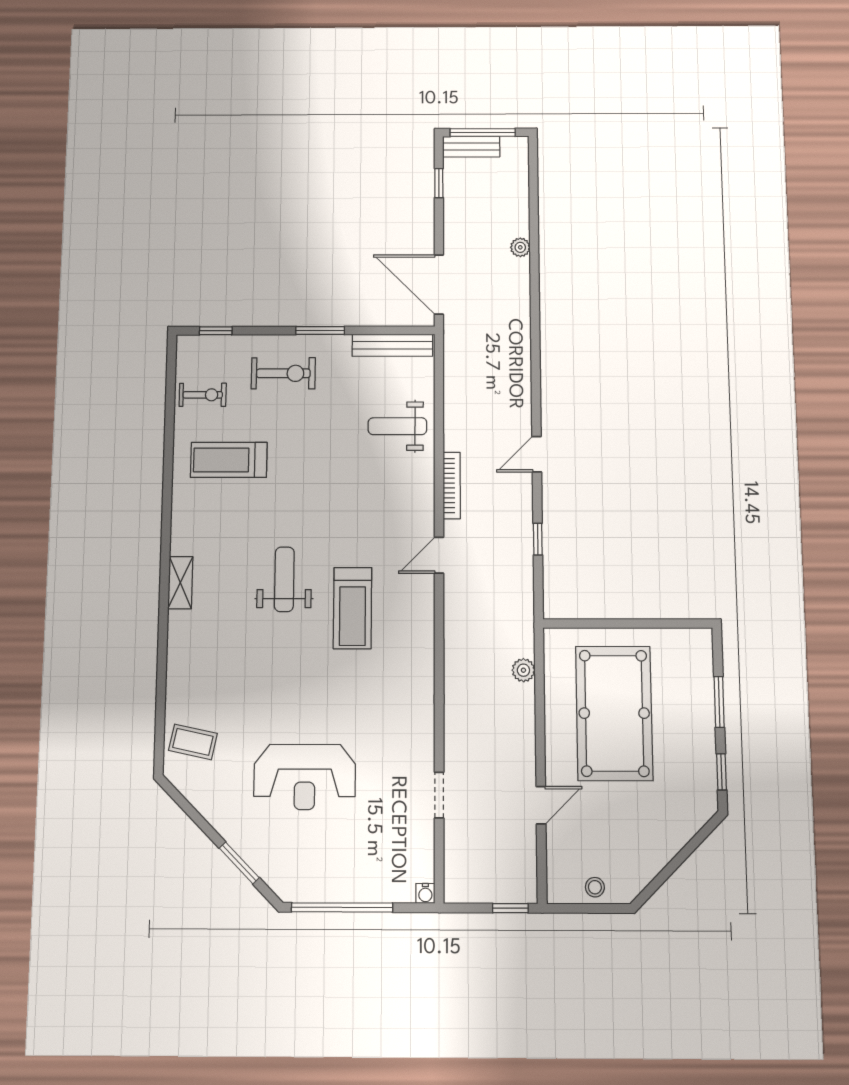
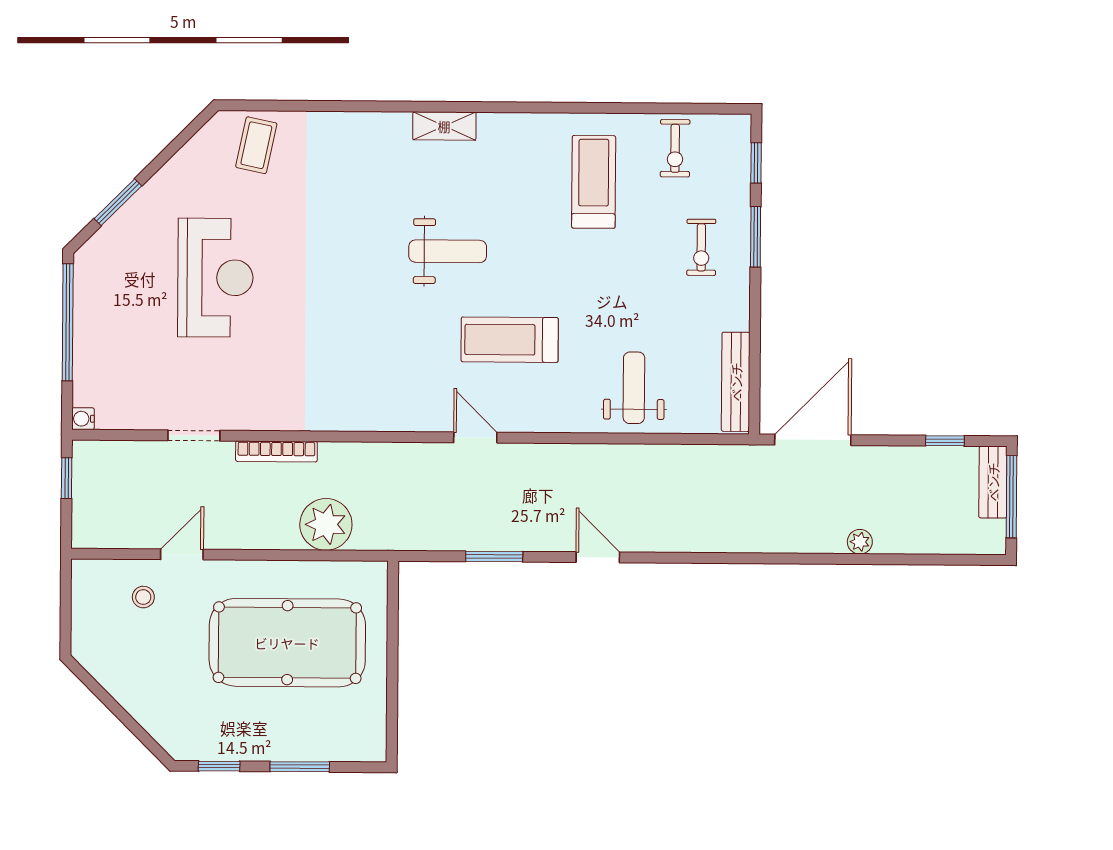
window: (320, 331) -> (756, 237), moved
exercise bike: (283, 373) -> (701, 247), width x0.73, depth x0.72
bookcase: (452, 485) -> (276, 451), moved
window: (538, 539) -> (494, 557), width x1.50
treadmill: (353, 608) -> (510, 340), moved
plant: (523, 670) -> (326, 524), width x1.87, depth x1.87
reception desk: (305, 777) -> (215, 278), turned 180
door: (541, 805) -> (182, 554), swing flipped
stool: (595, 887) -> (143, 597), moved
window: (510, 908) -> (67, 478), moved

